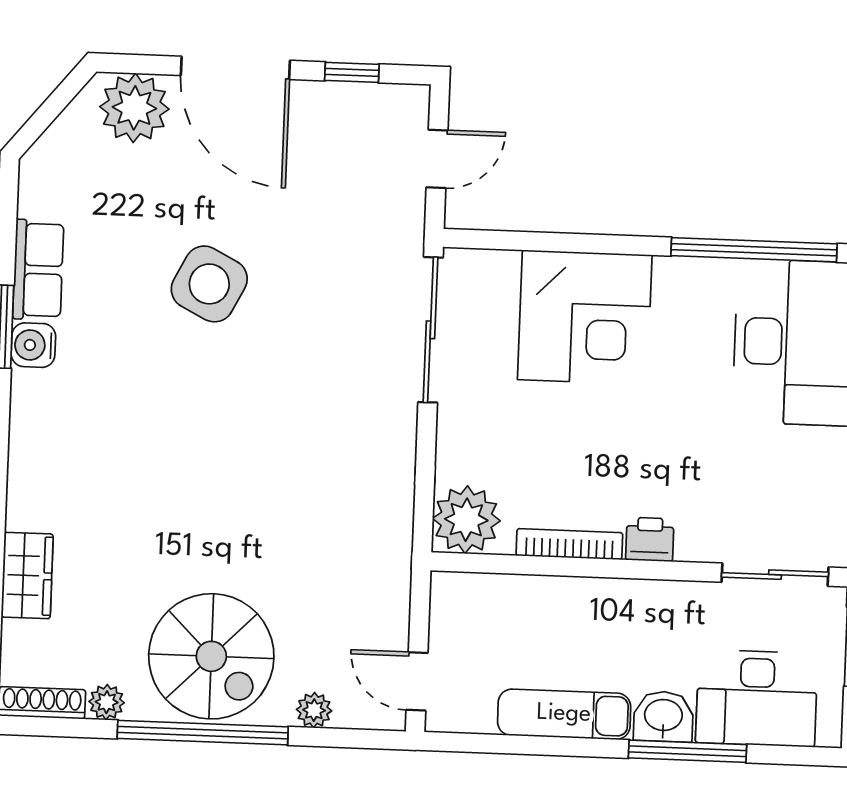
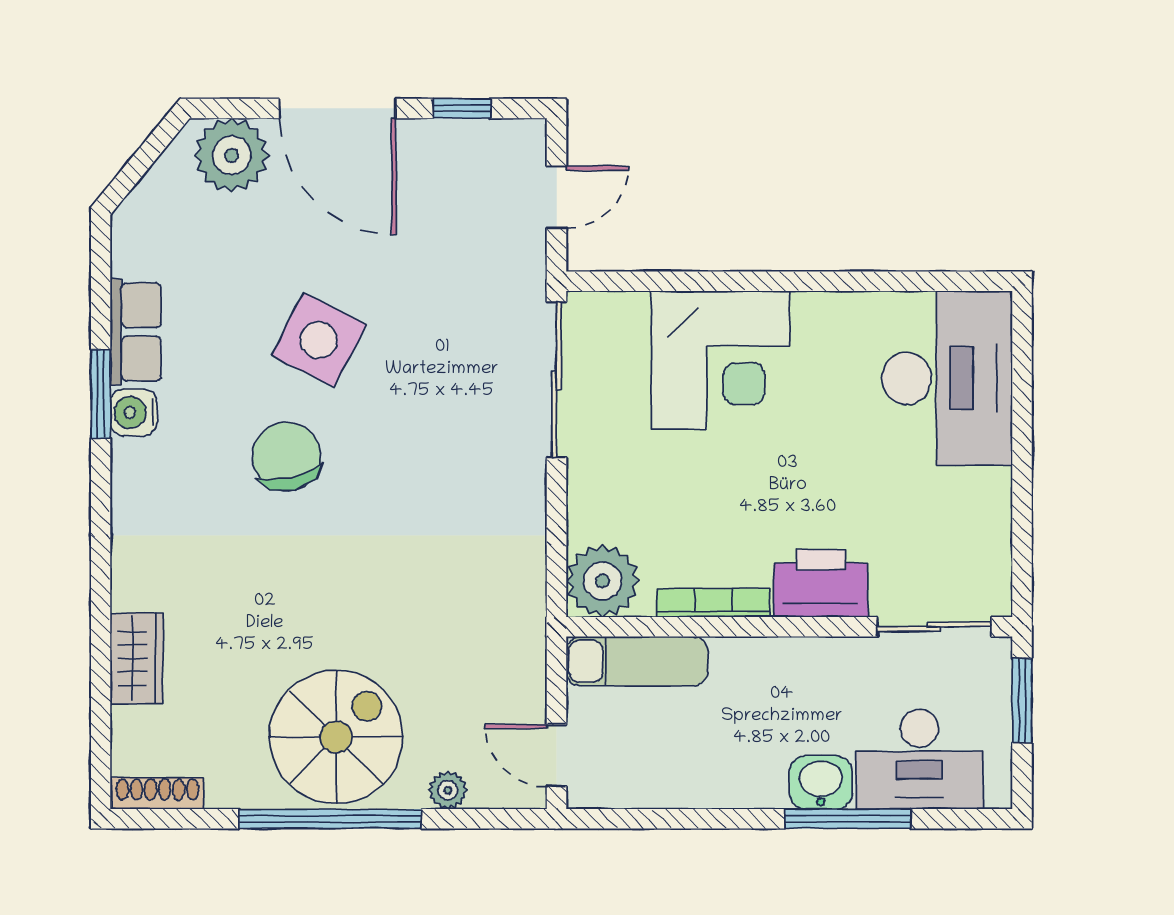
window: (754, 250) -> (898, 281), removed
chair: (175, 392) -> (287, 457), added
printer: (650, 539) -> (821, 583), width x1.87, depth x1.48
spiral stairs: (211, 656) -> (336, 737), turned -90
plant: (107, 702) -> (226, 790), removed
exam couch: (564, 714) -> (637, 661), moved, turned 180

